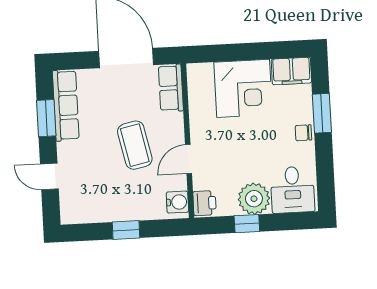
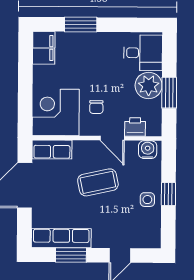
corner desk: (243, 88) -> (56, 112), moved, turned -90
chair: (303, 133) -> (96, 107), moved
printer: (205, 203) -> (135, 127), moved
side table: (118, 205) -> (147, 200), added
window: (247, 224) -> (169, 93), width x1.50

